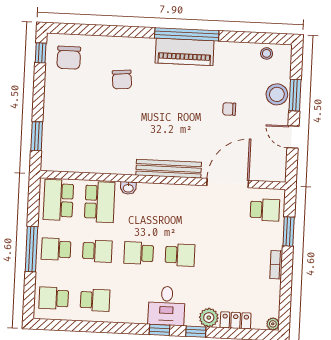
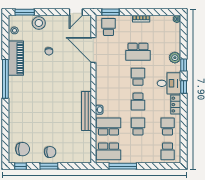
piano: (185, 52) -> (16, 58), moved
chair: (122, 80) -> (50, 152), moved
window: (295, 95) -> (25, 12), moved
window: (37, 136) -> (49, 166), moved
door: (293, 137) -> (76, 12), moved
bench: (169, 169) -> (87, 111), moved
window: (289, 231) -> (111, 12), moved
window: (31, 249) -> (123, 166), moved
school desk: (56, 249) -> (138, 52), moved, width x1.85
locker: (236, 320) -> (176, 105), moved

